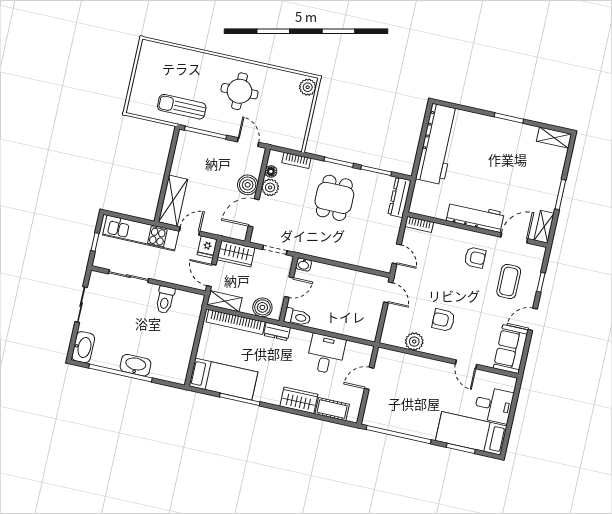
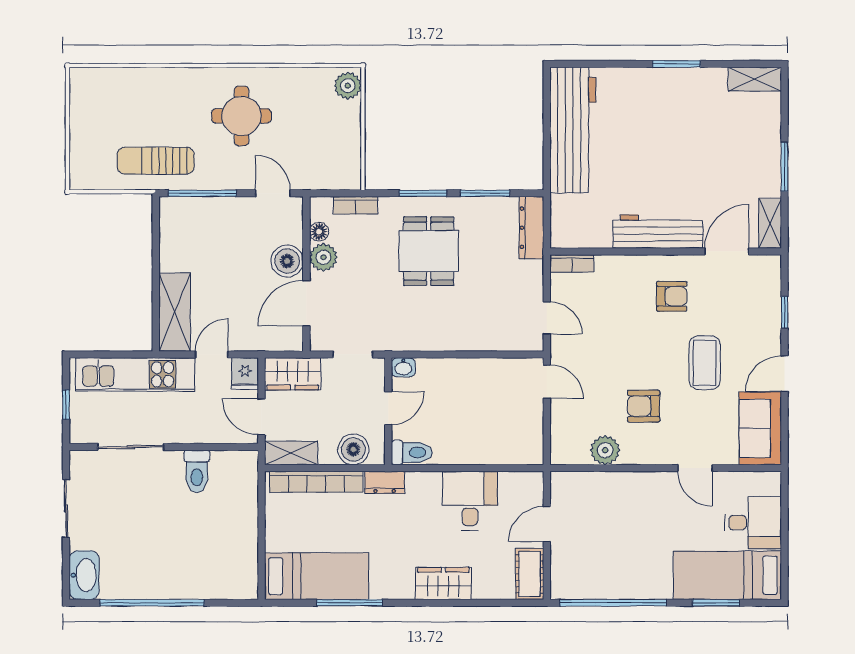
coffee table: (509, 281) -> (705, 363), moved
washbasin: (136, 365) -> (173, 585), removed
cot: (332, 409) -> (530, 574), moved, turned 90

